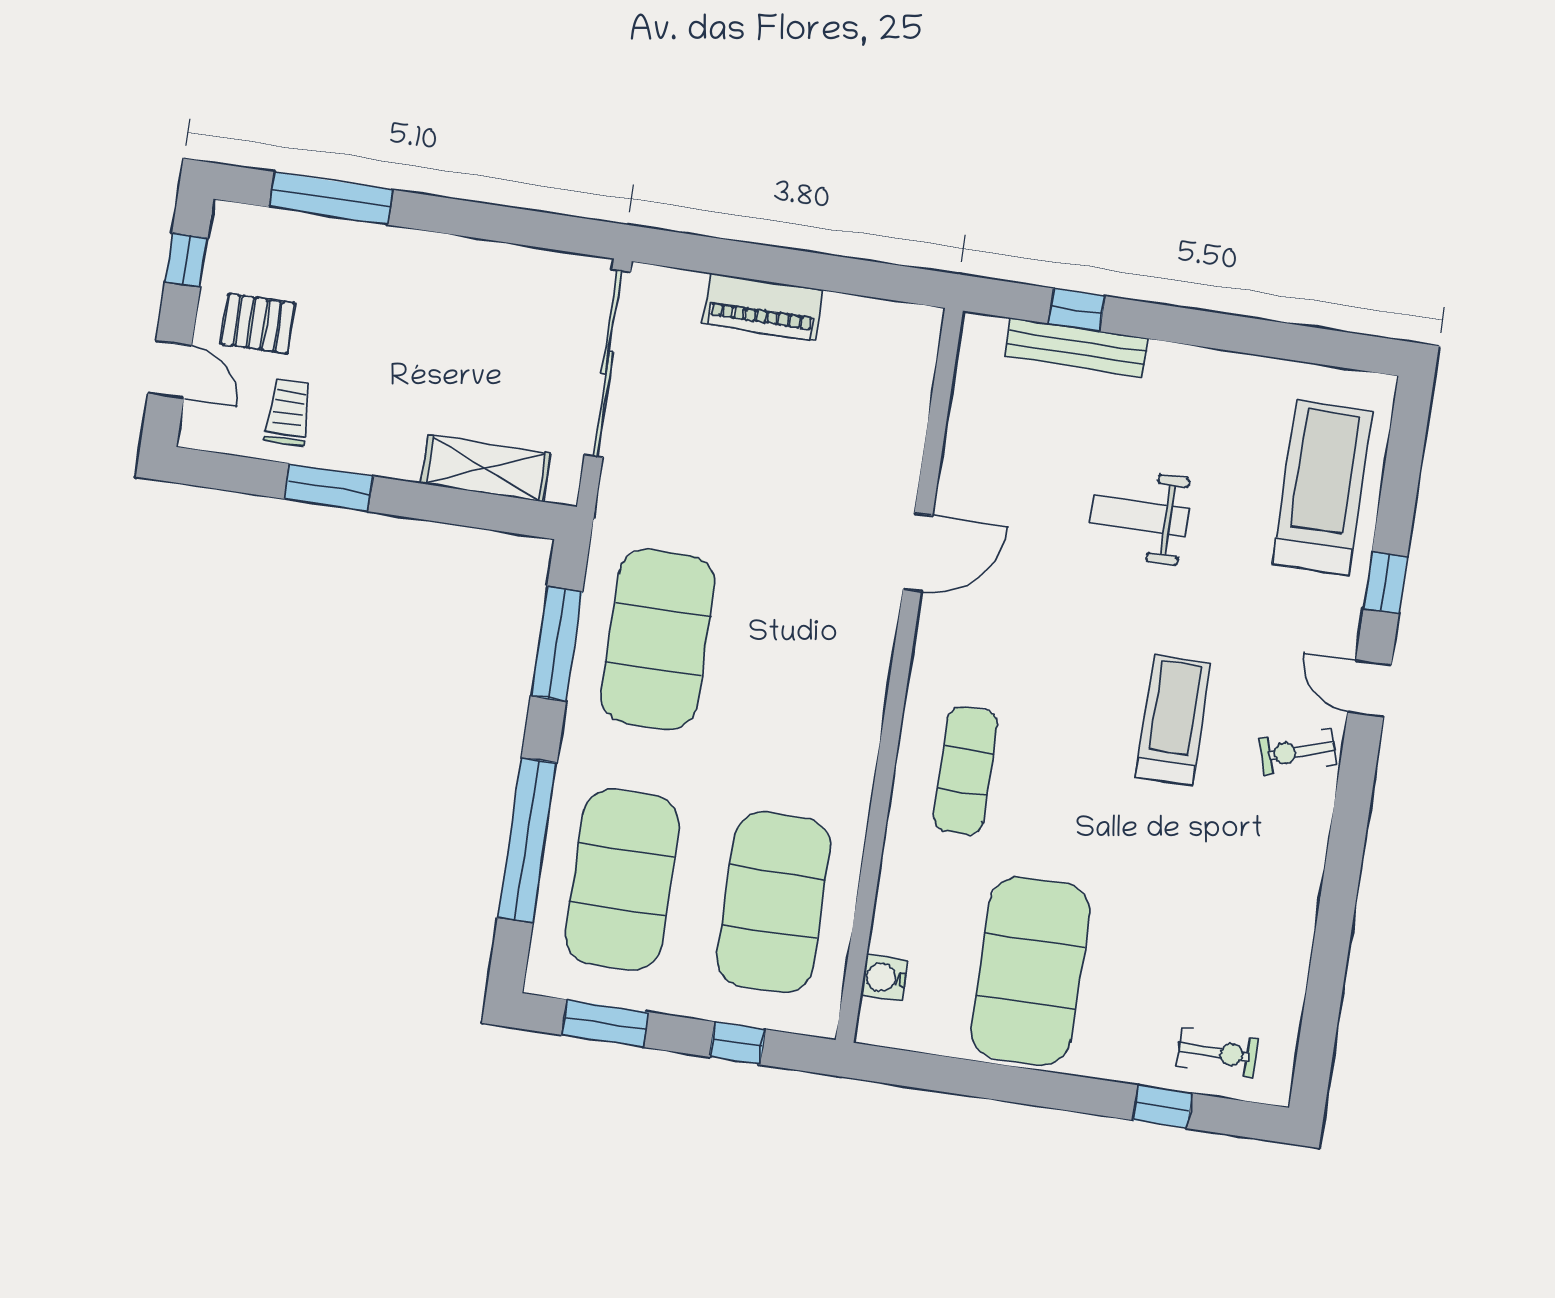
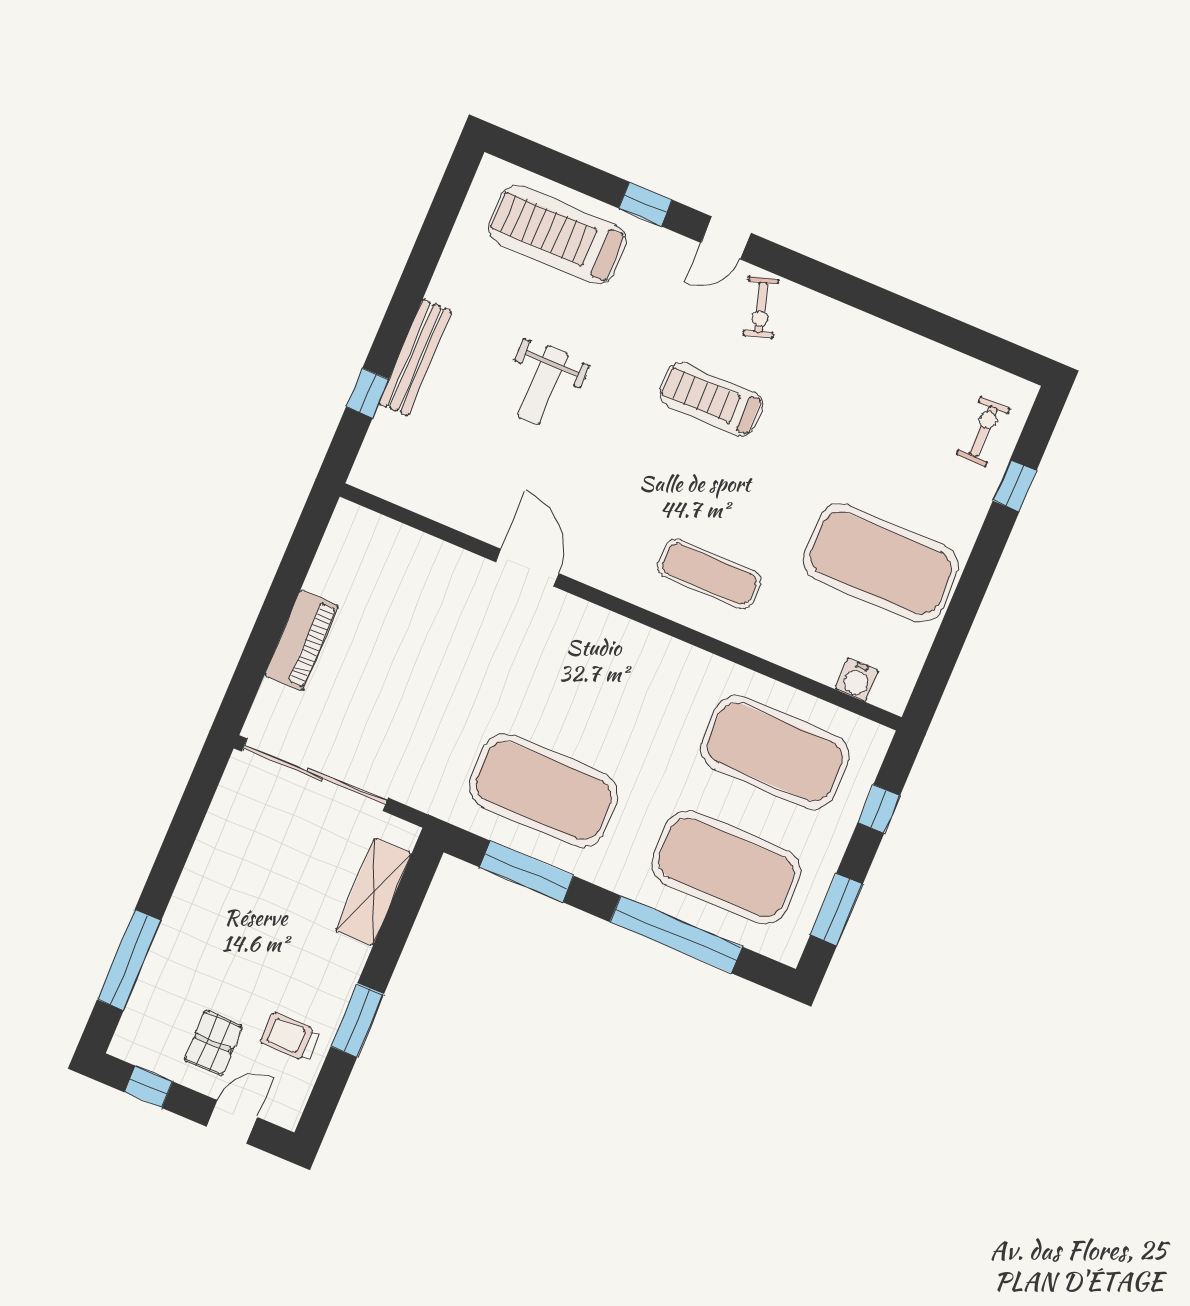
bench: (1076, 347) -> (415, 357), moved

